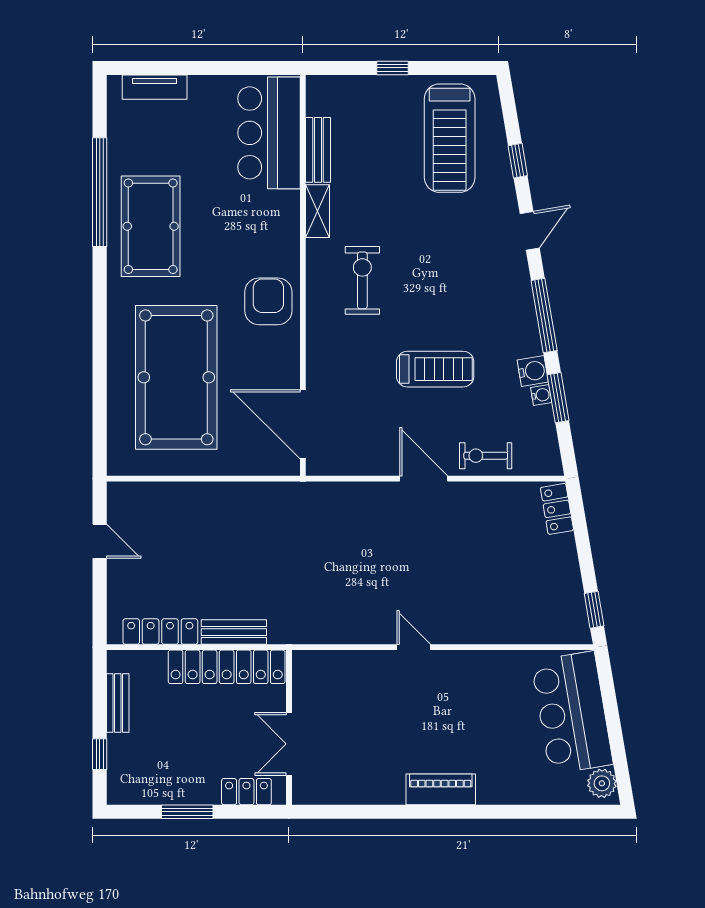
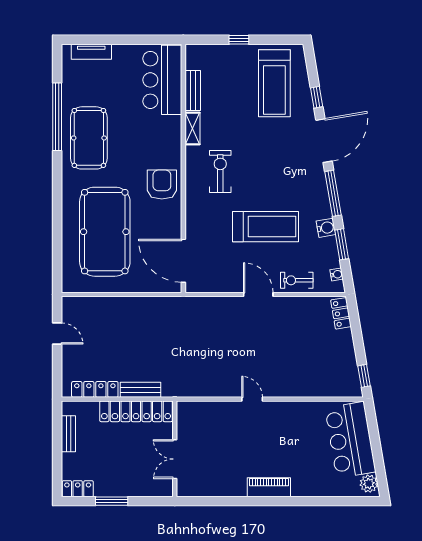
door: (530, 231) -> (324, 141), width x1.88
treadmill: (435, 369) -> (265, 227), width x1.37, depth x1.38
water cooler: (541, 395) -> (337, 274), moved
window: (100, 754) -> (57, 466), removed
locker: (246, 792) -> (78, 489), moved

